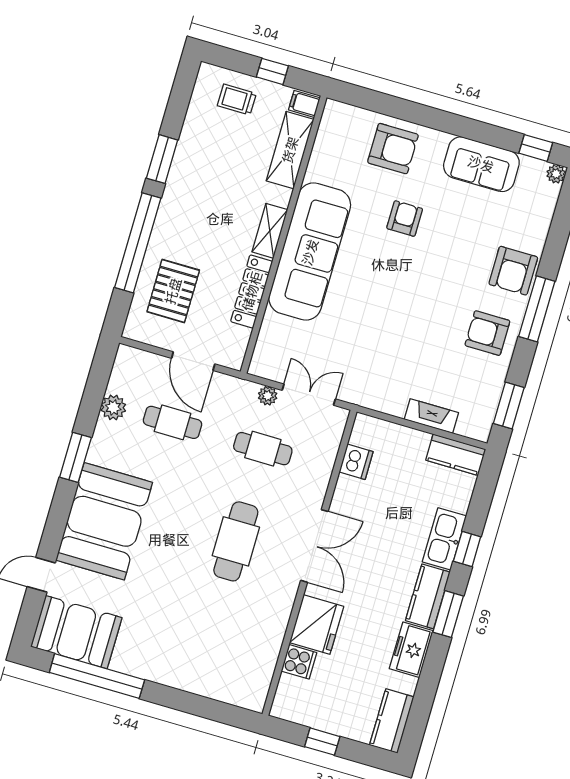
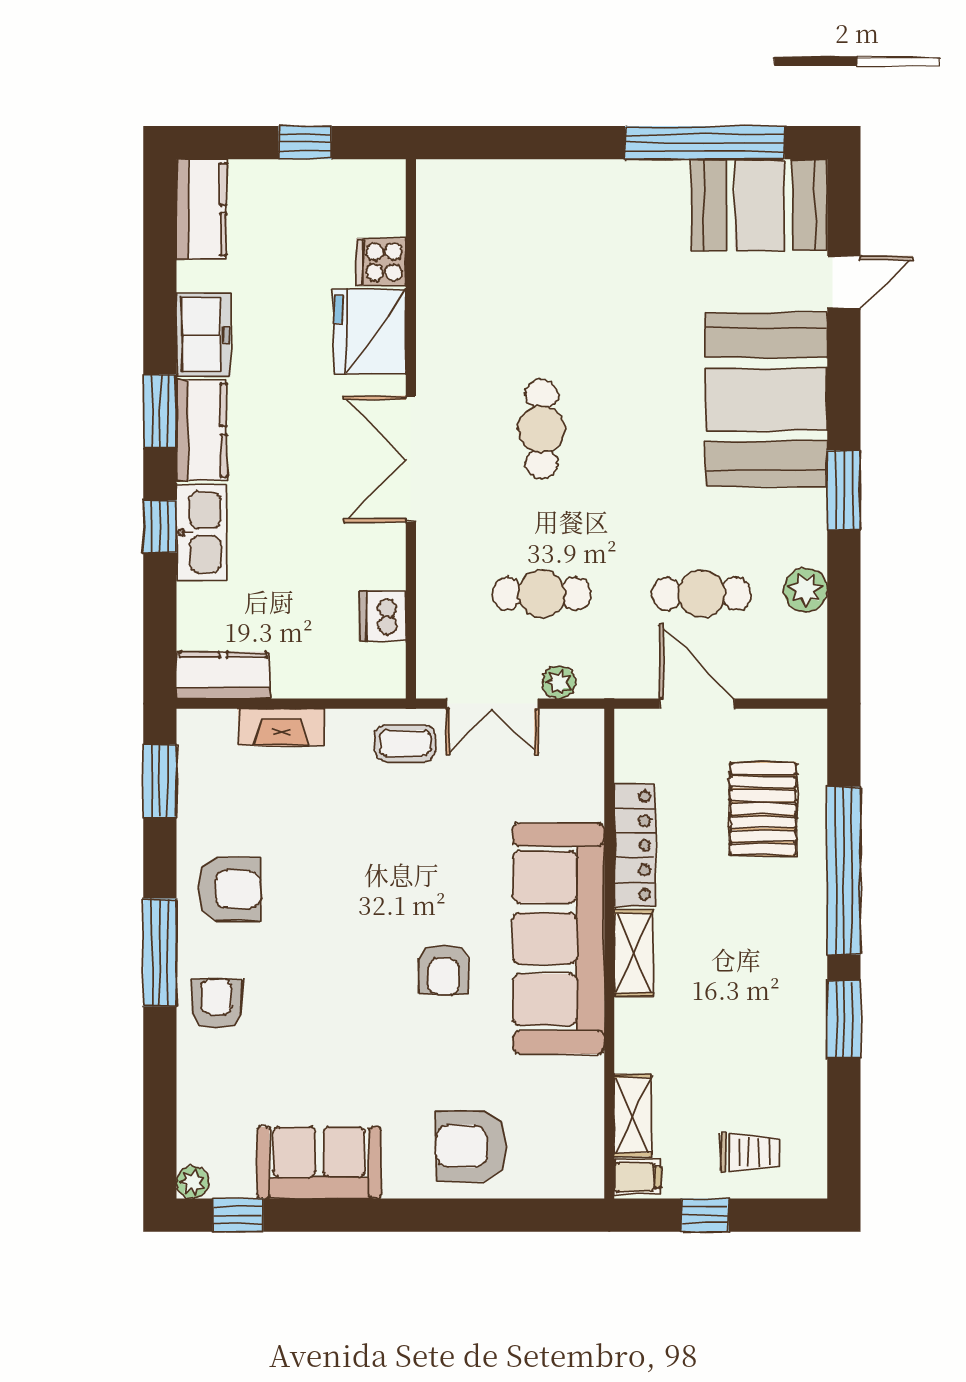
shelving: (290, 150) -> (633, 1115), width x0.67, depth x0.75
armchair: (405, 219) -> (444, 969), moved
armchair: (513, 271) -> (216, 1004), width x0.72, depth x0.72
coffee table: (364, 387) -> (405, 743), added
cafe table: (236, 541) -> (541, 429), width x0.73, depth x0.74

